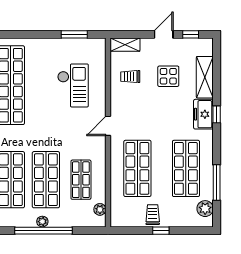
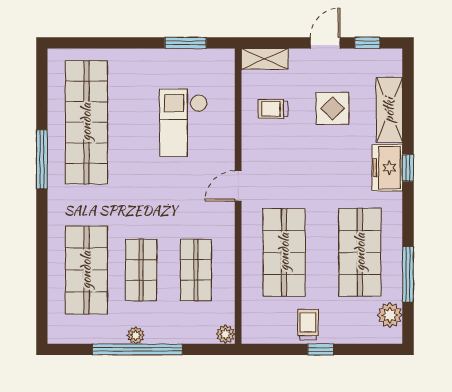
checkout: (73, 85) -> (183, 123), turned 180
shop shelf: (46, 180) -> (141, 270), width x0.70, depth x0.74
plant: (100, 209) -> (226, 334), moved

